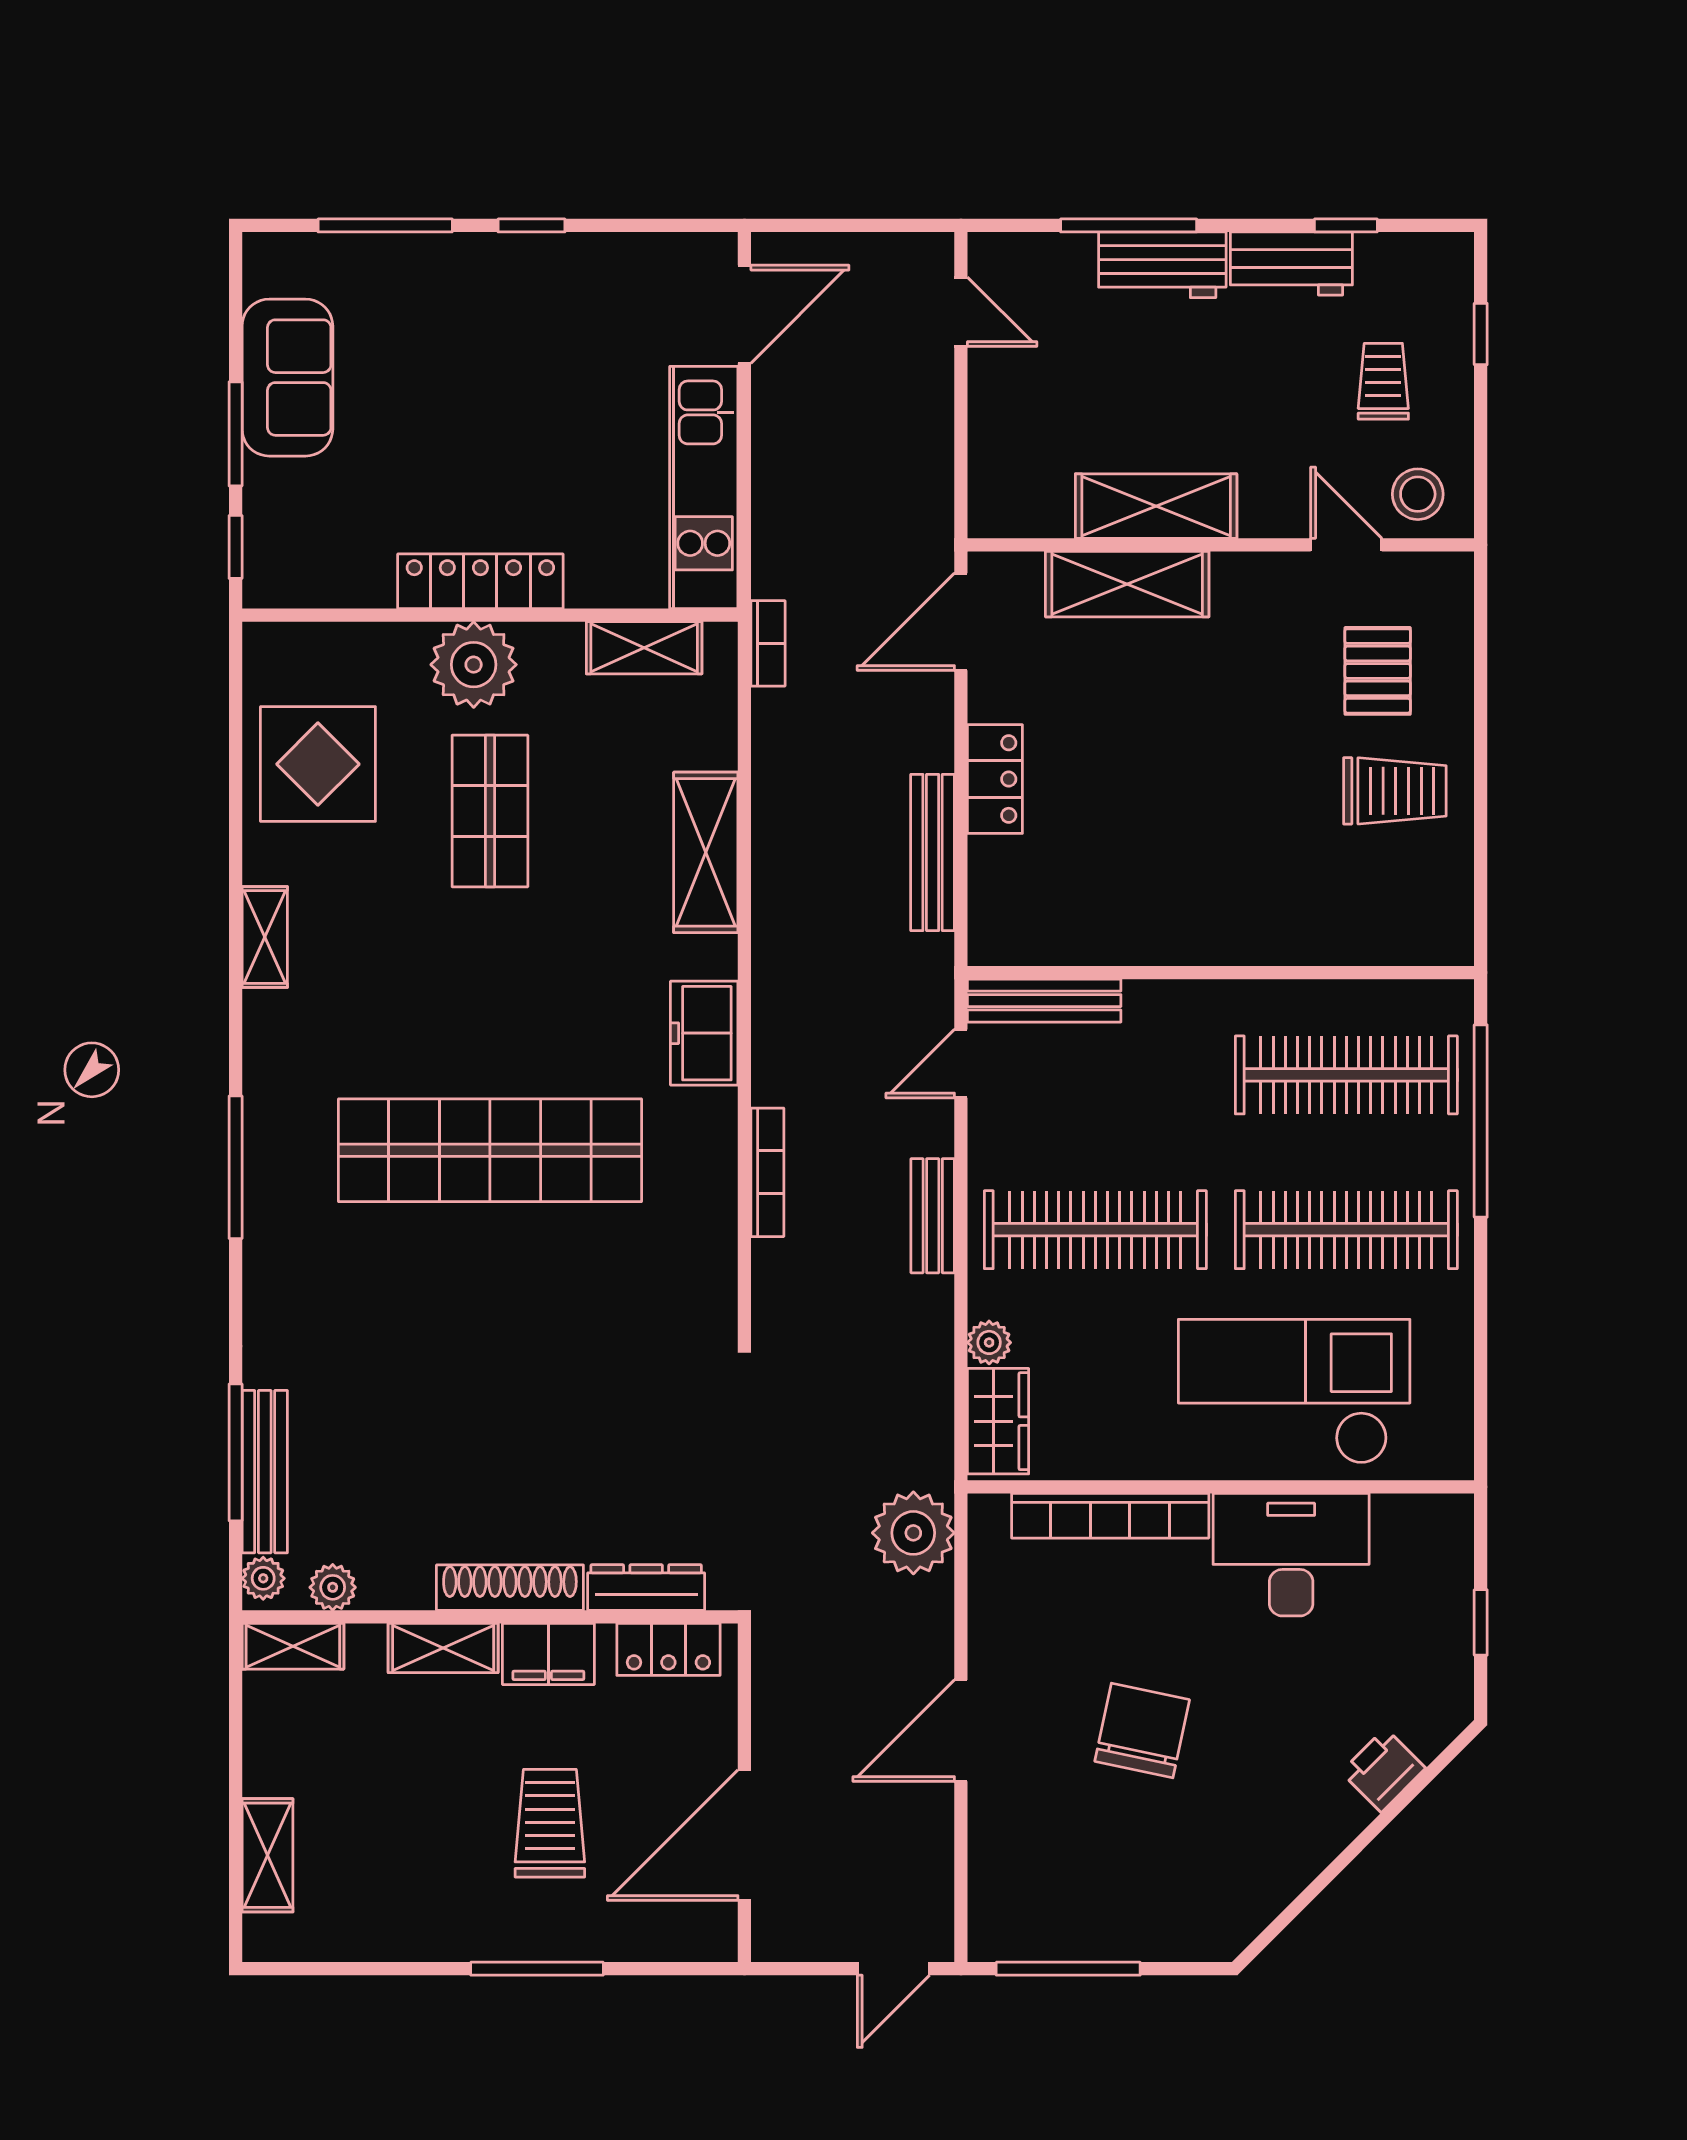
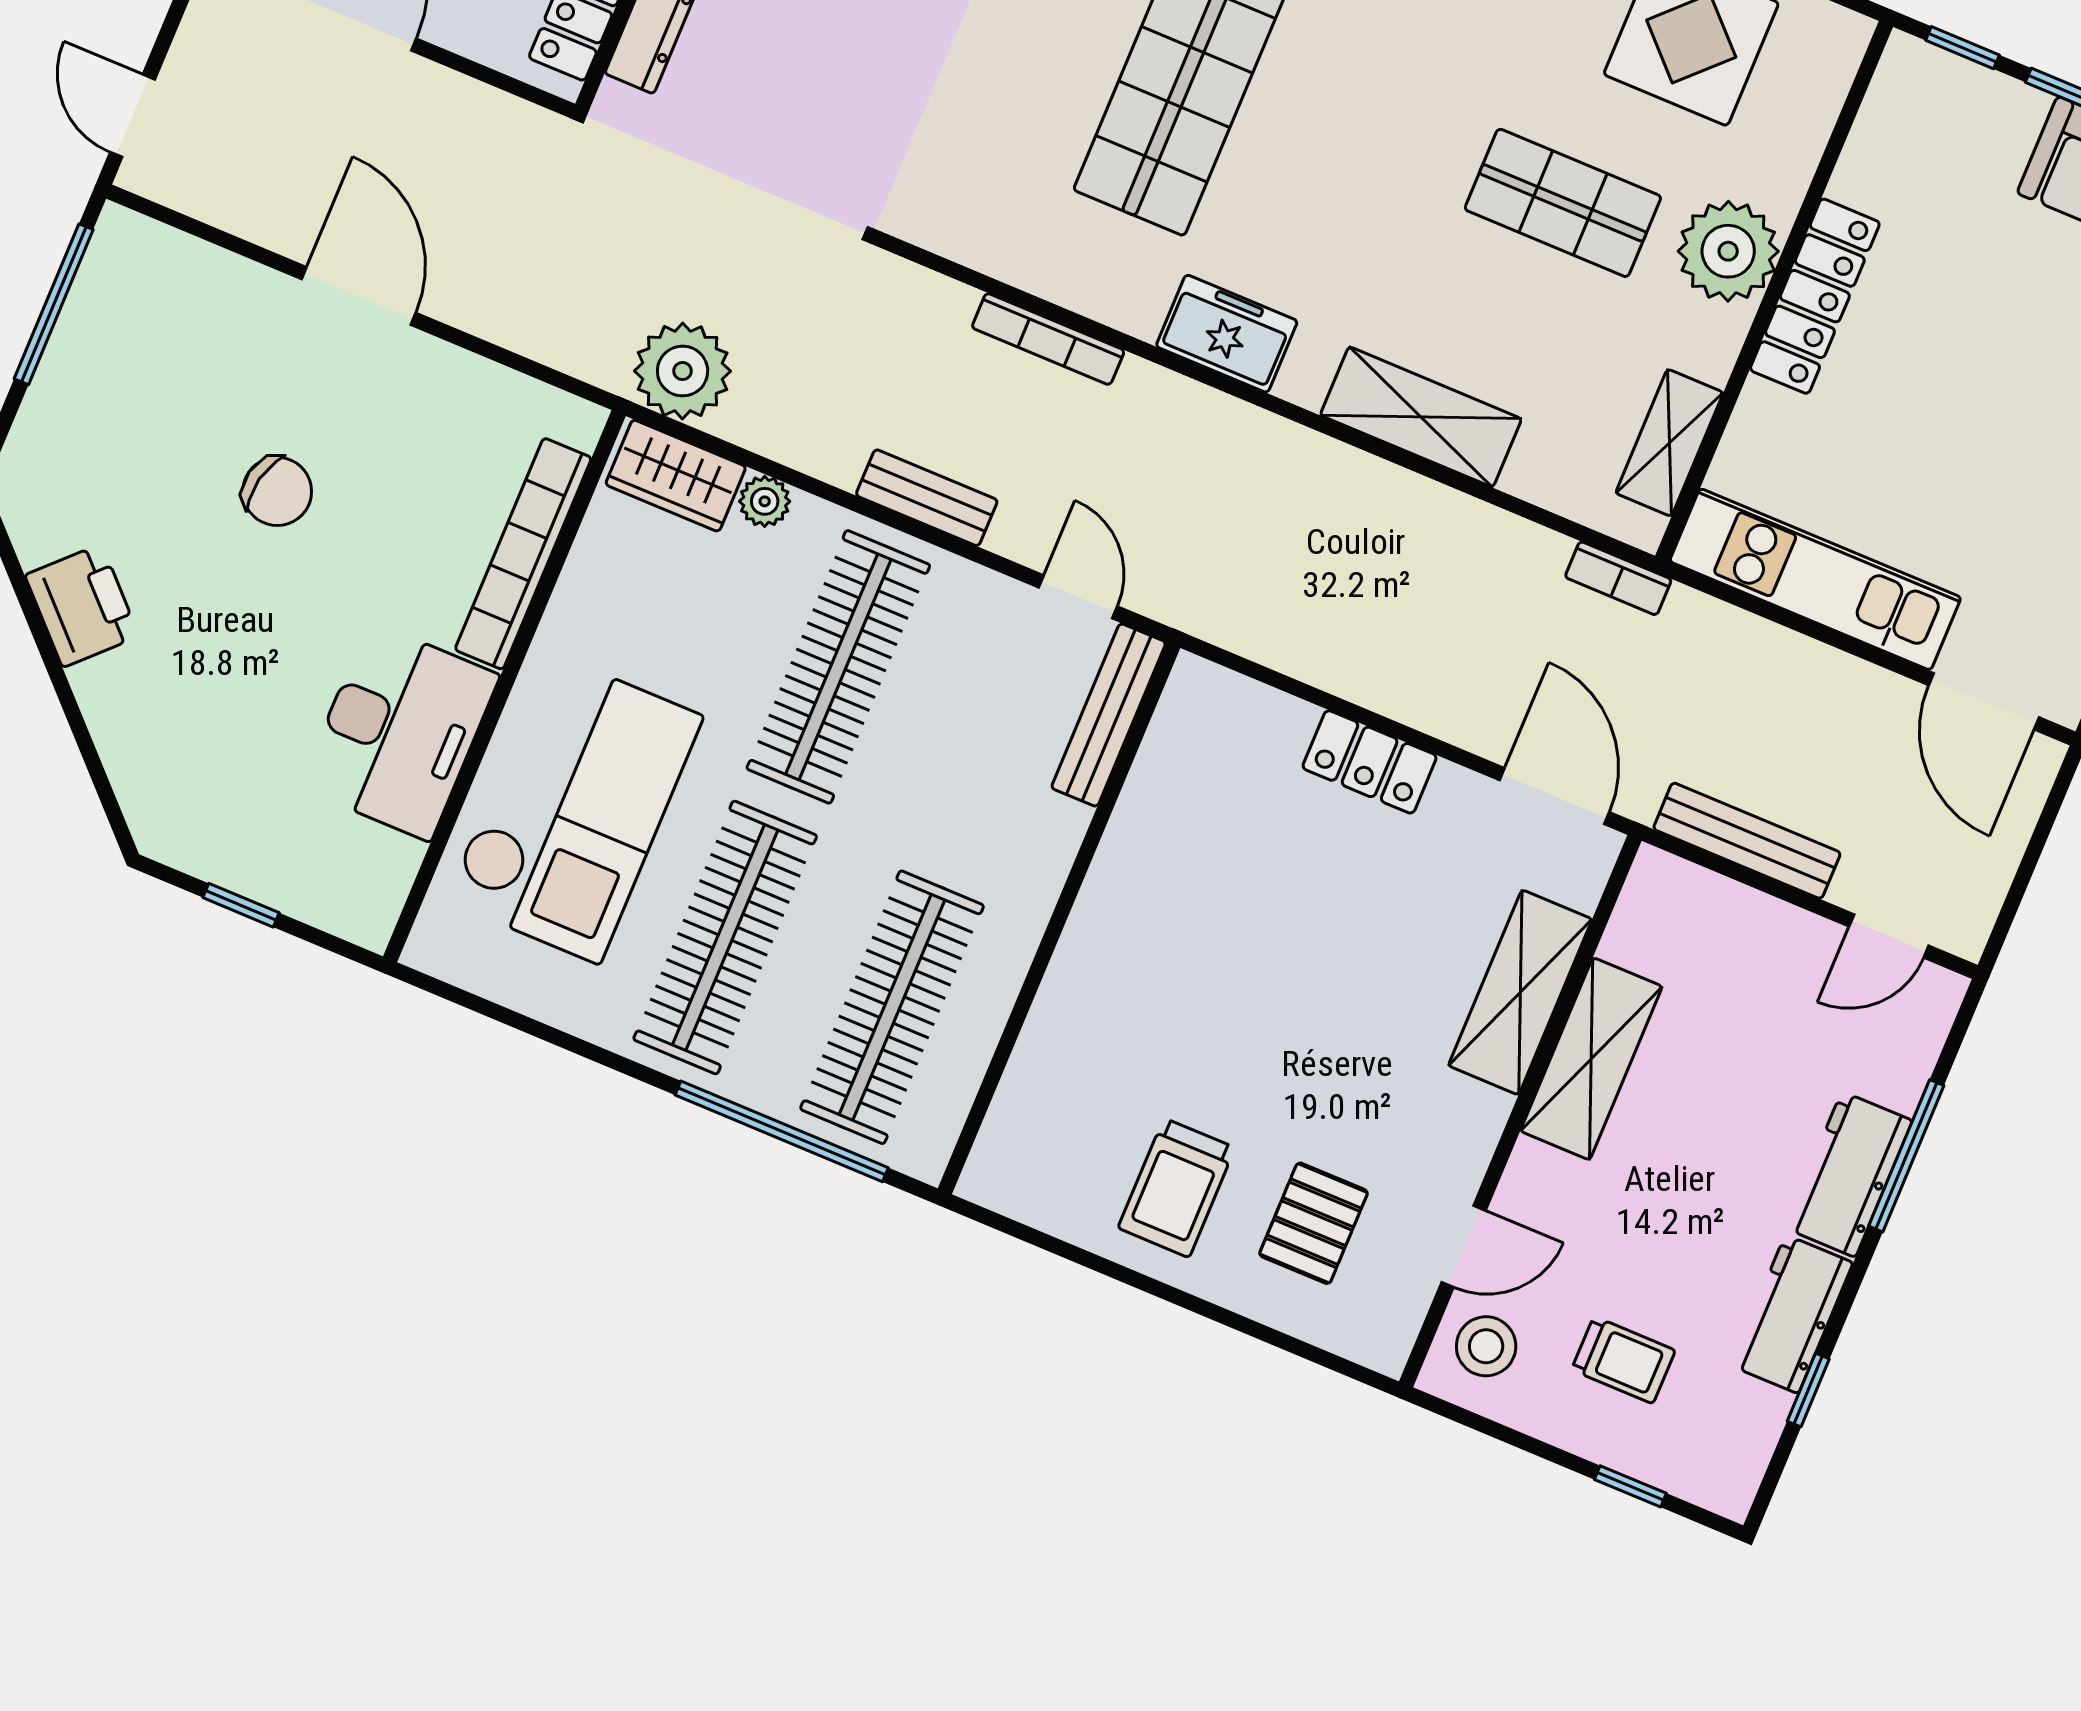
pallet: (1378, 671) -> (1314, 1223), turned 90
bench: (933, 853) -> (1747, 841), moved
plant: (913, 1533) -> (683, 371), moved
chair: (1142, 1730) -> (277, 491), width x0.73, depth x0.73
printer: (1383, 1770) -> (82, 606), moved, width x1.36, depth x1.24

